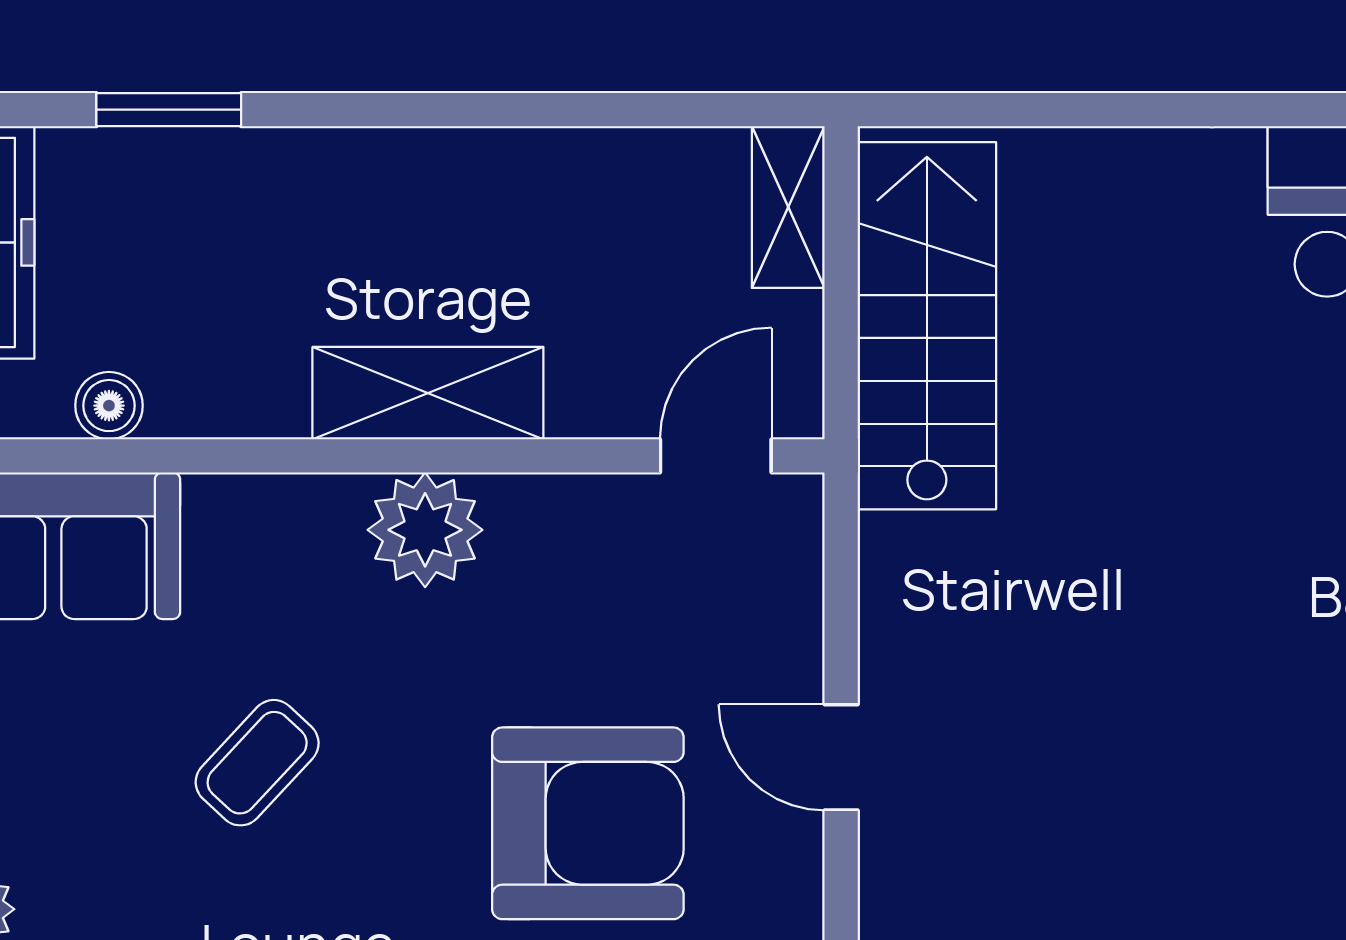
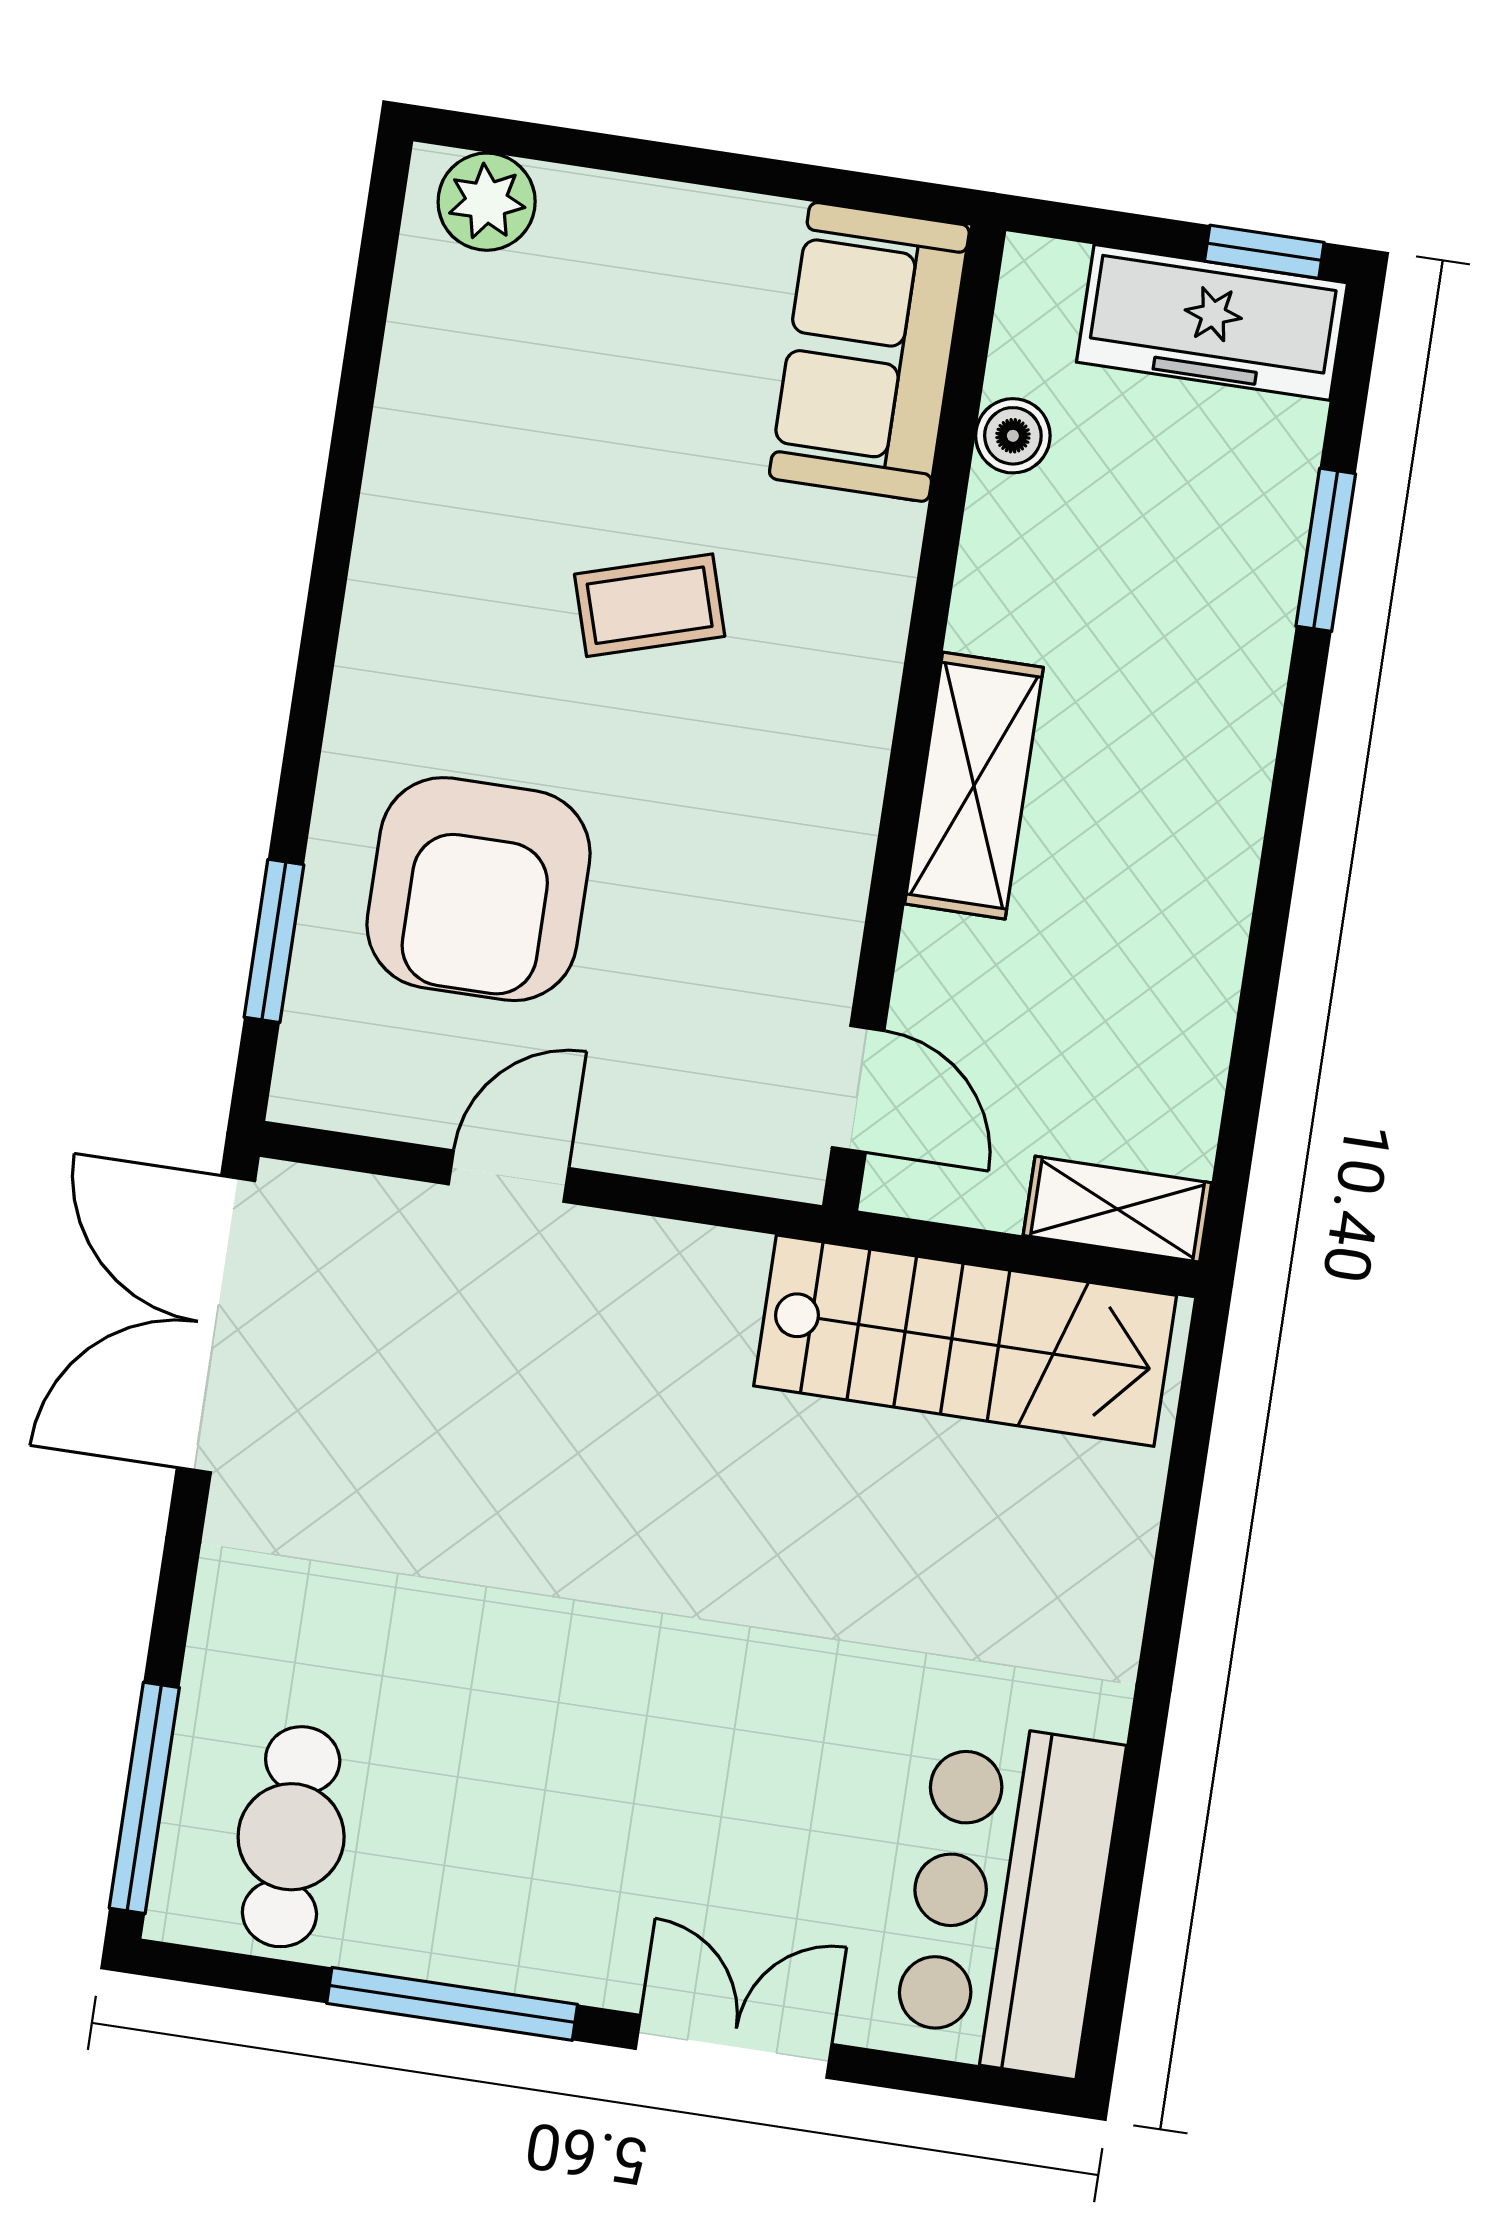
plant: (425, 530) -> (825, 760), removed
coffee table: (257, 763) -> (650, 605), moved, turned -60

